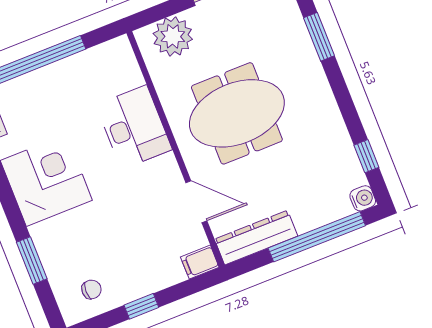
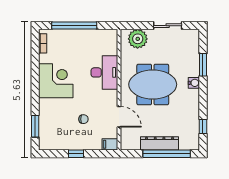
water cooler: (363, 198) -> (194, 83), moved
dresser: (256, 238) -> (160, 143), moved
window: (32, 261) -> (35, 126), moved
chair: (92, 289) -> (84, 119), moved

